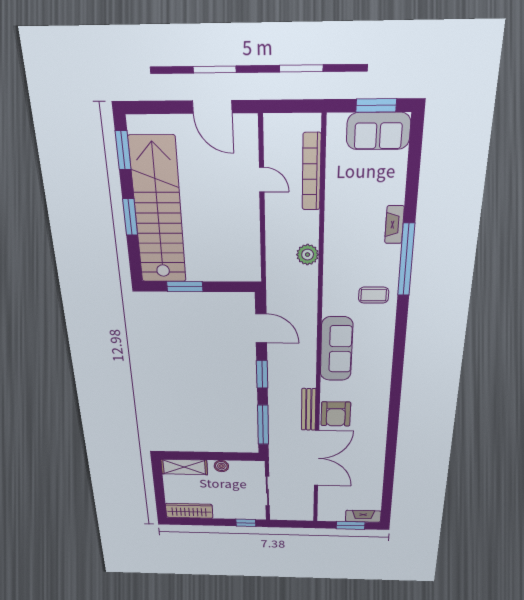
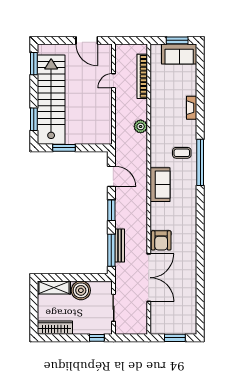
door: (262, 180) -> (113, 81), swing flipped
window: (130, 217) -> (34, 119), moved
window: (406, 260) -> (200, 162), moved
sofa: (336, 349) -> (160, 185), width x0.73
bench: (309, 410) -> (120, 245), moved
boiler: (221, 466) -> (81, 290), width x1.86, depth x1.86
fireplace: (363, 516) -> (184, 329), removed

